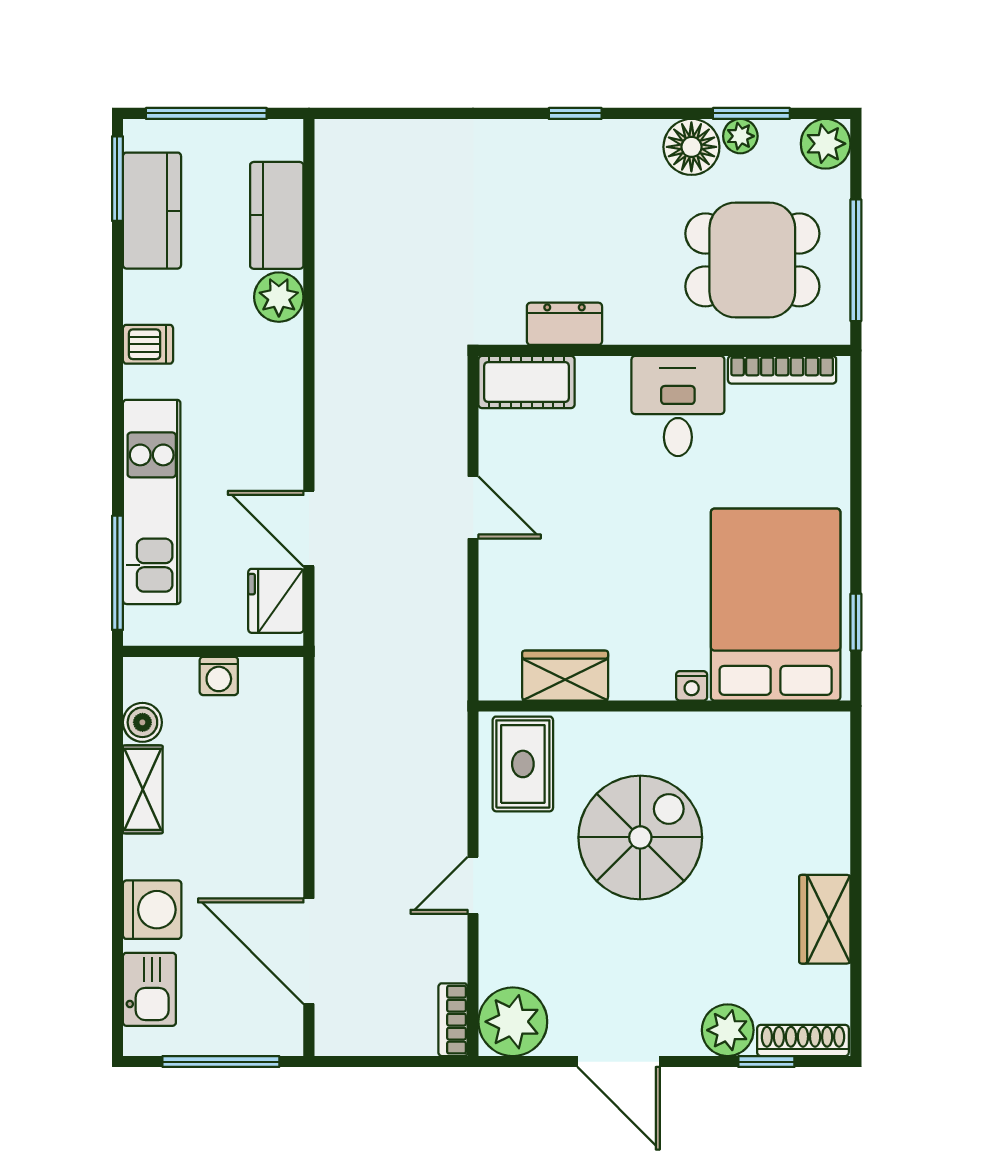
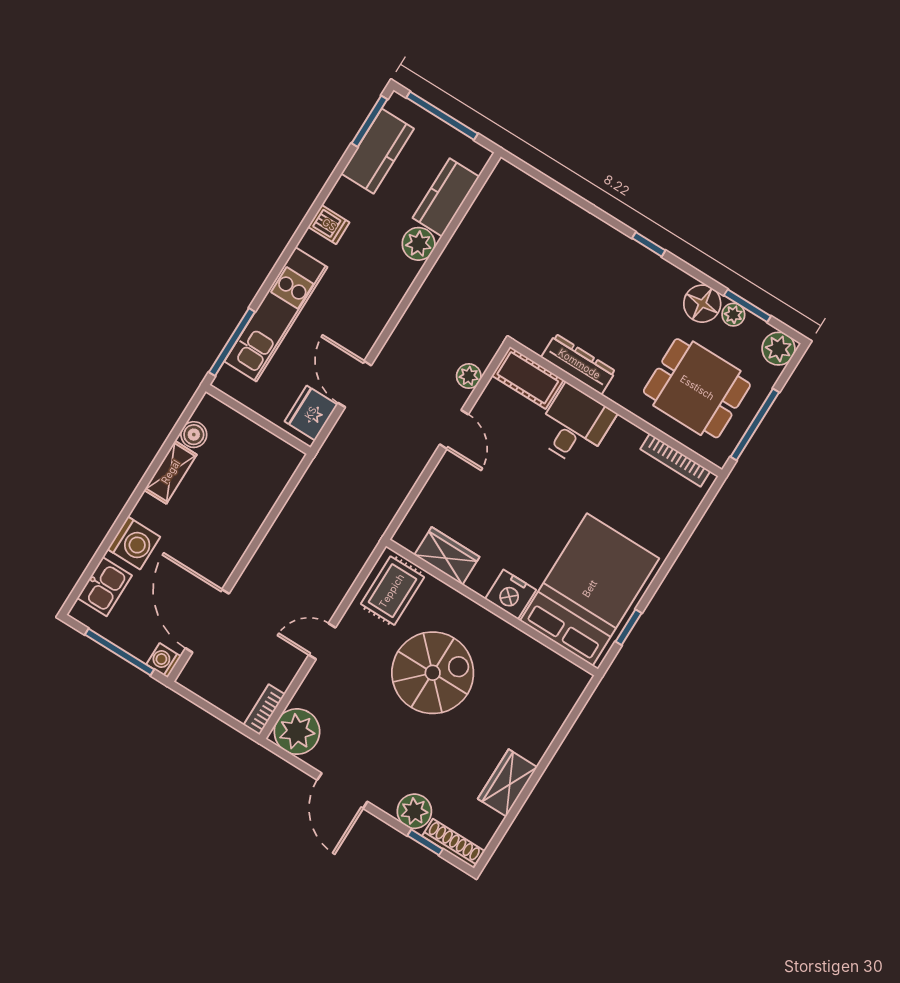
dresser: (564, 324) -> (579, 364), width x1.44
desk: (678, 406) -> (574, 425), moved
plant: (449, 427) -> (469, 376), added
washing machine: (219, 676) -> (164, 660), moved, turned 90
nightstand: (692, 686) -> (511, 594), width x1.89, depth x1.79

